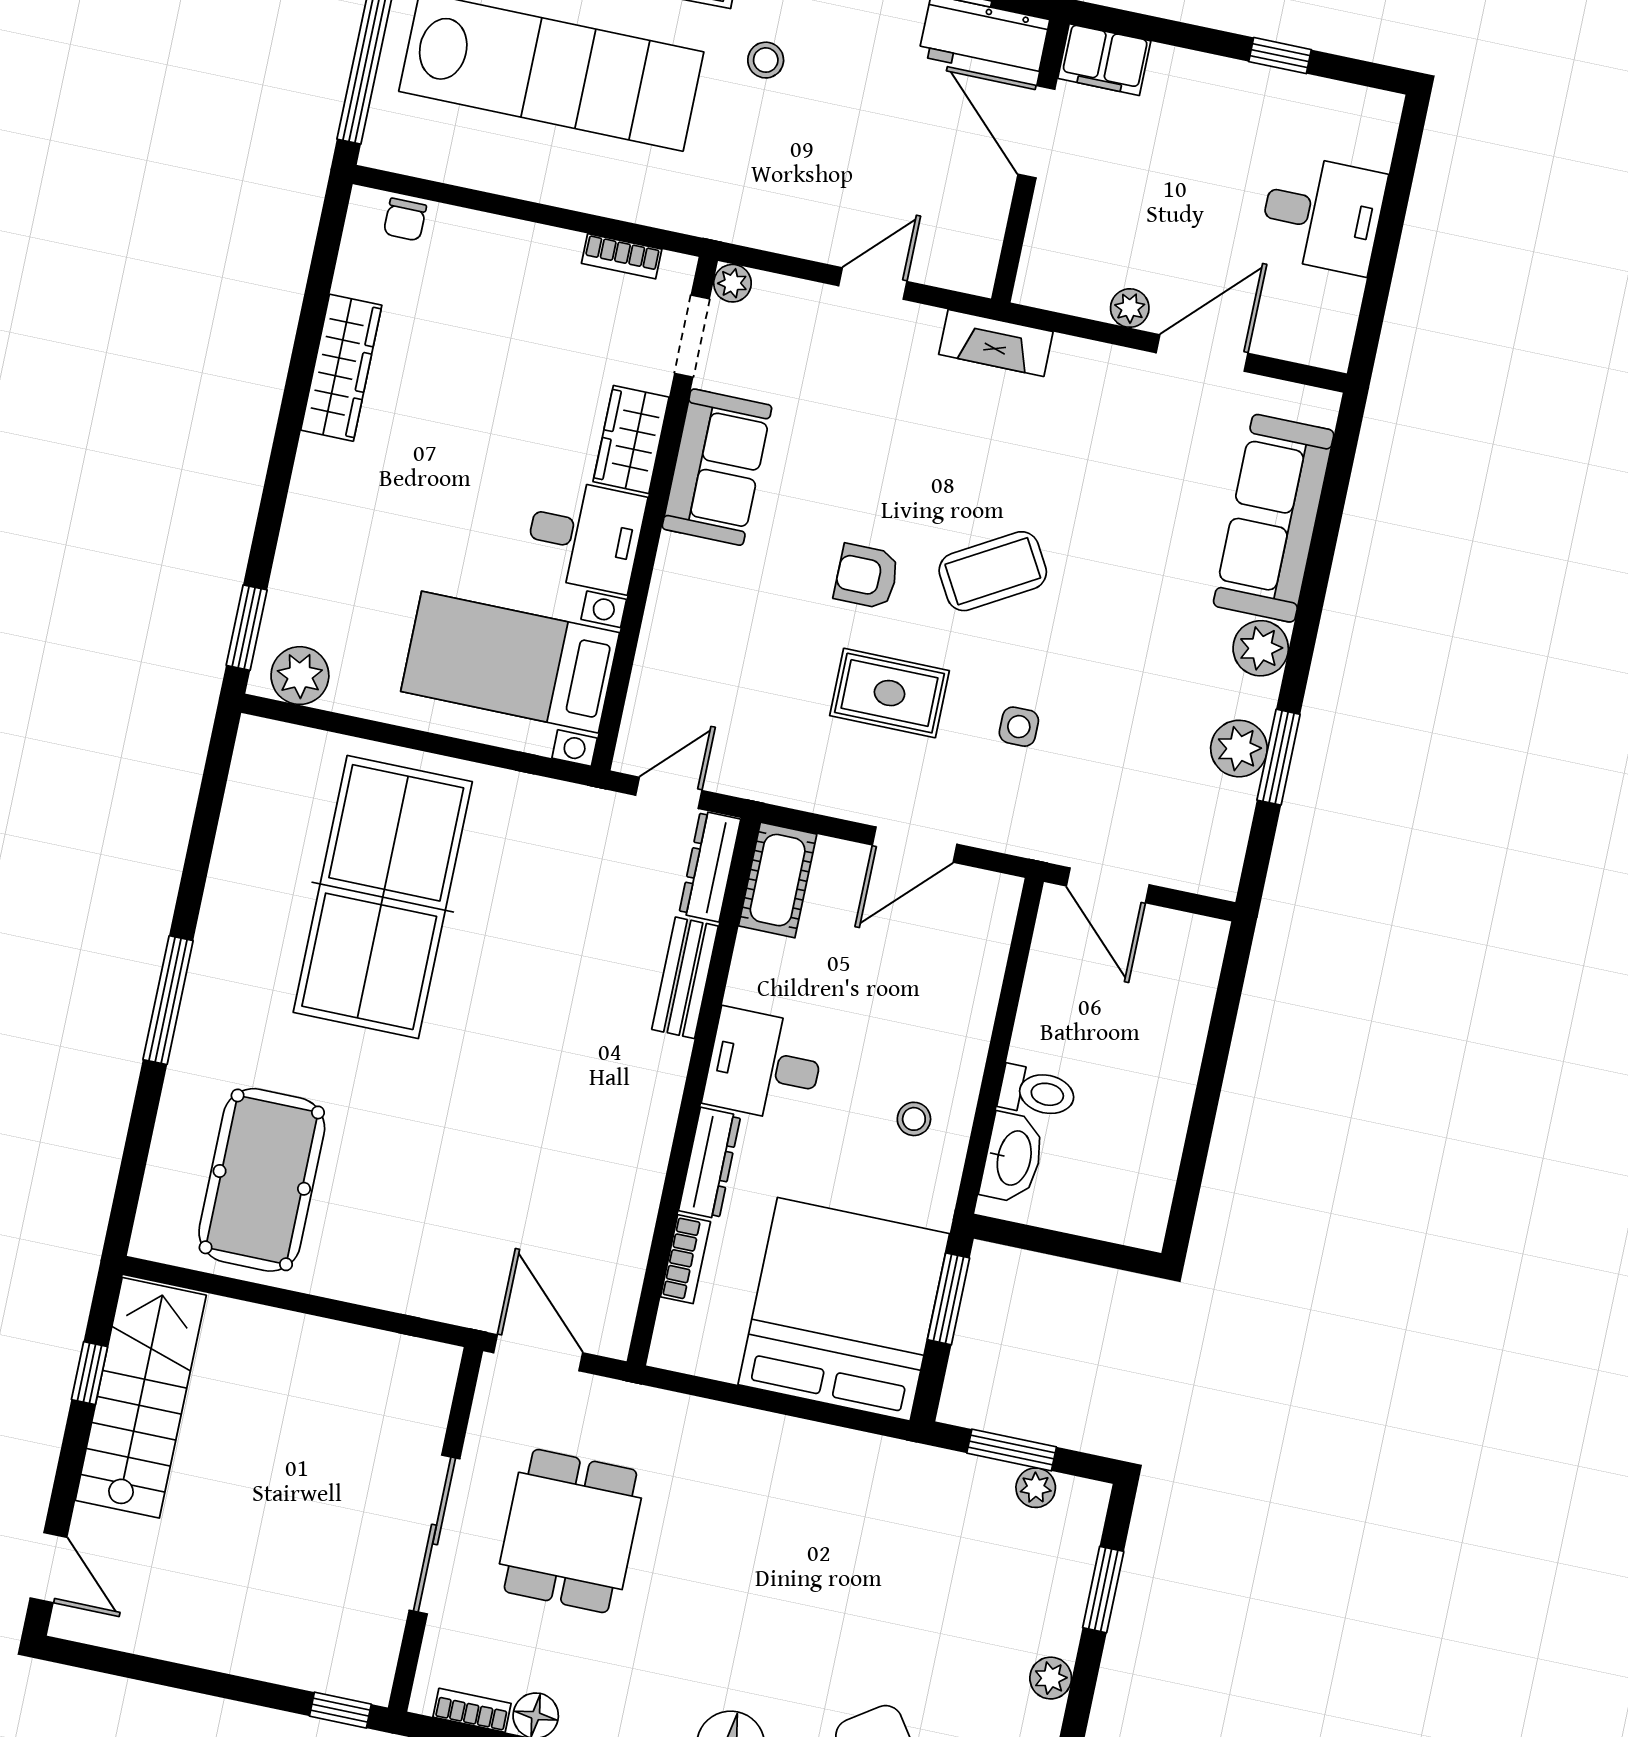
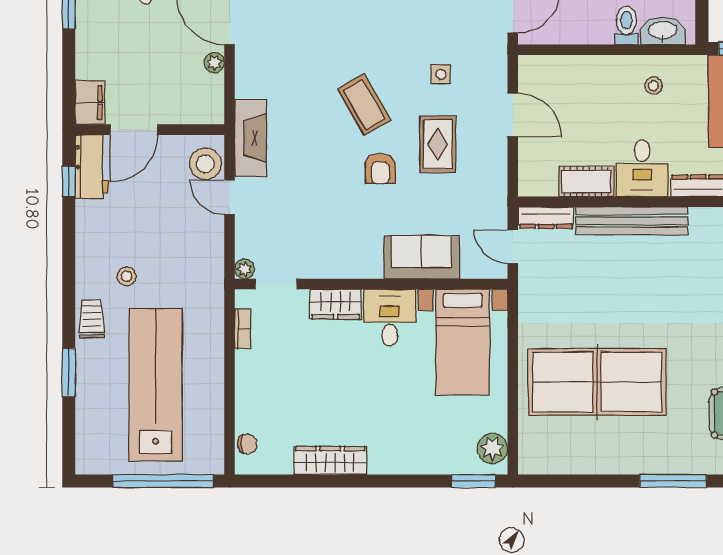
stool: (944, 251) -> (205, 164), added
fireplace: (996, 343) -> (251, 138), width x1.37, depth x1.32
sofa: (717, 467) -> (421, 257), moved
cot: (778, 880) -> (586, 181), moved
bench: (685, 978) -> (632, 221), width x1.86, depth x1.21

